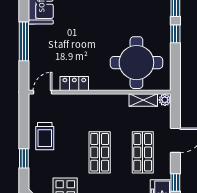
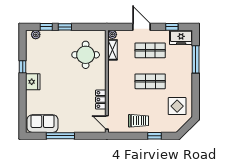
window: (24, 41) -> (60, 136), moved
round table: (136, 63) -> (86, 55), width x0.73, depth x0.73

